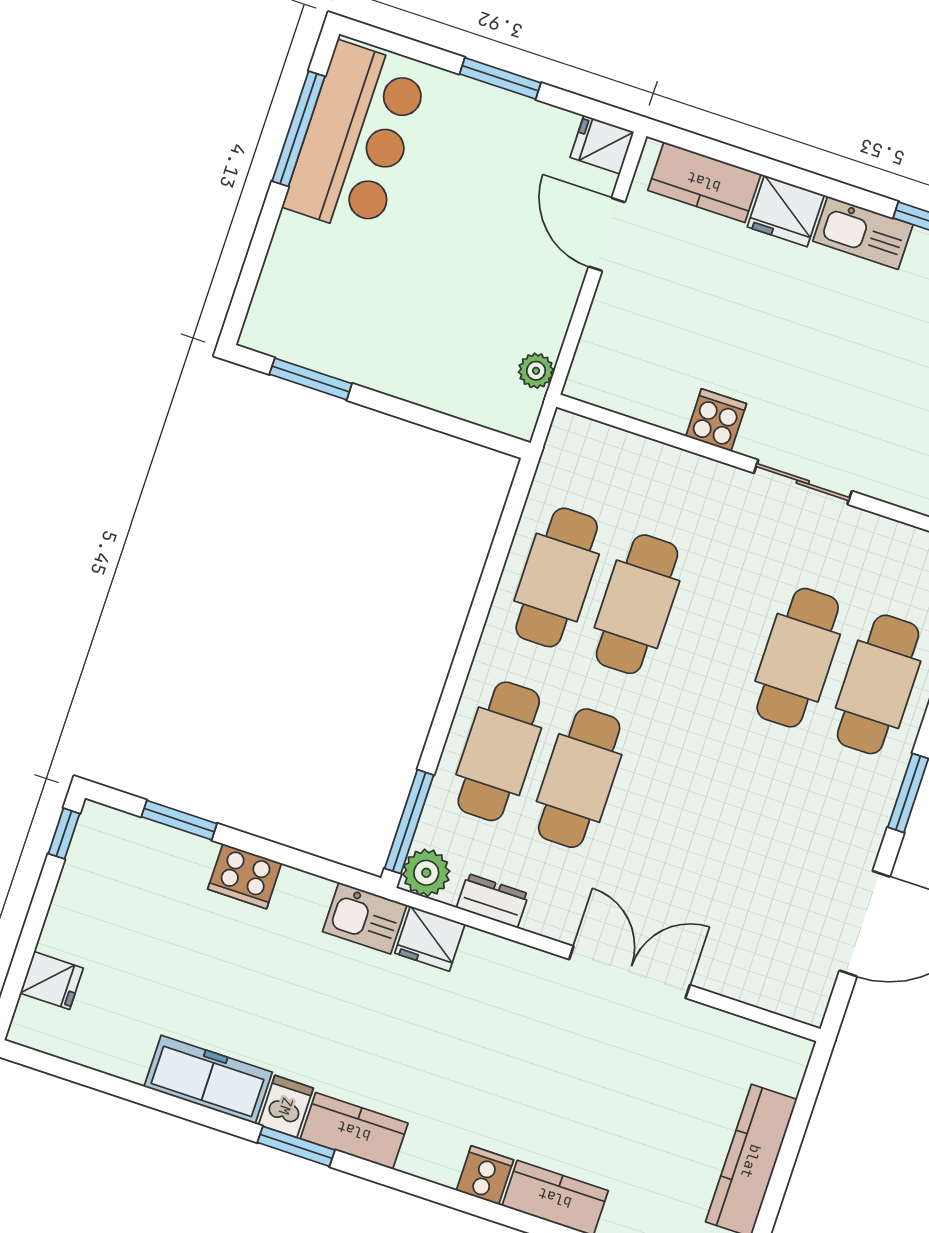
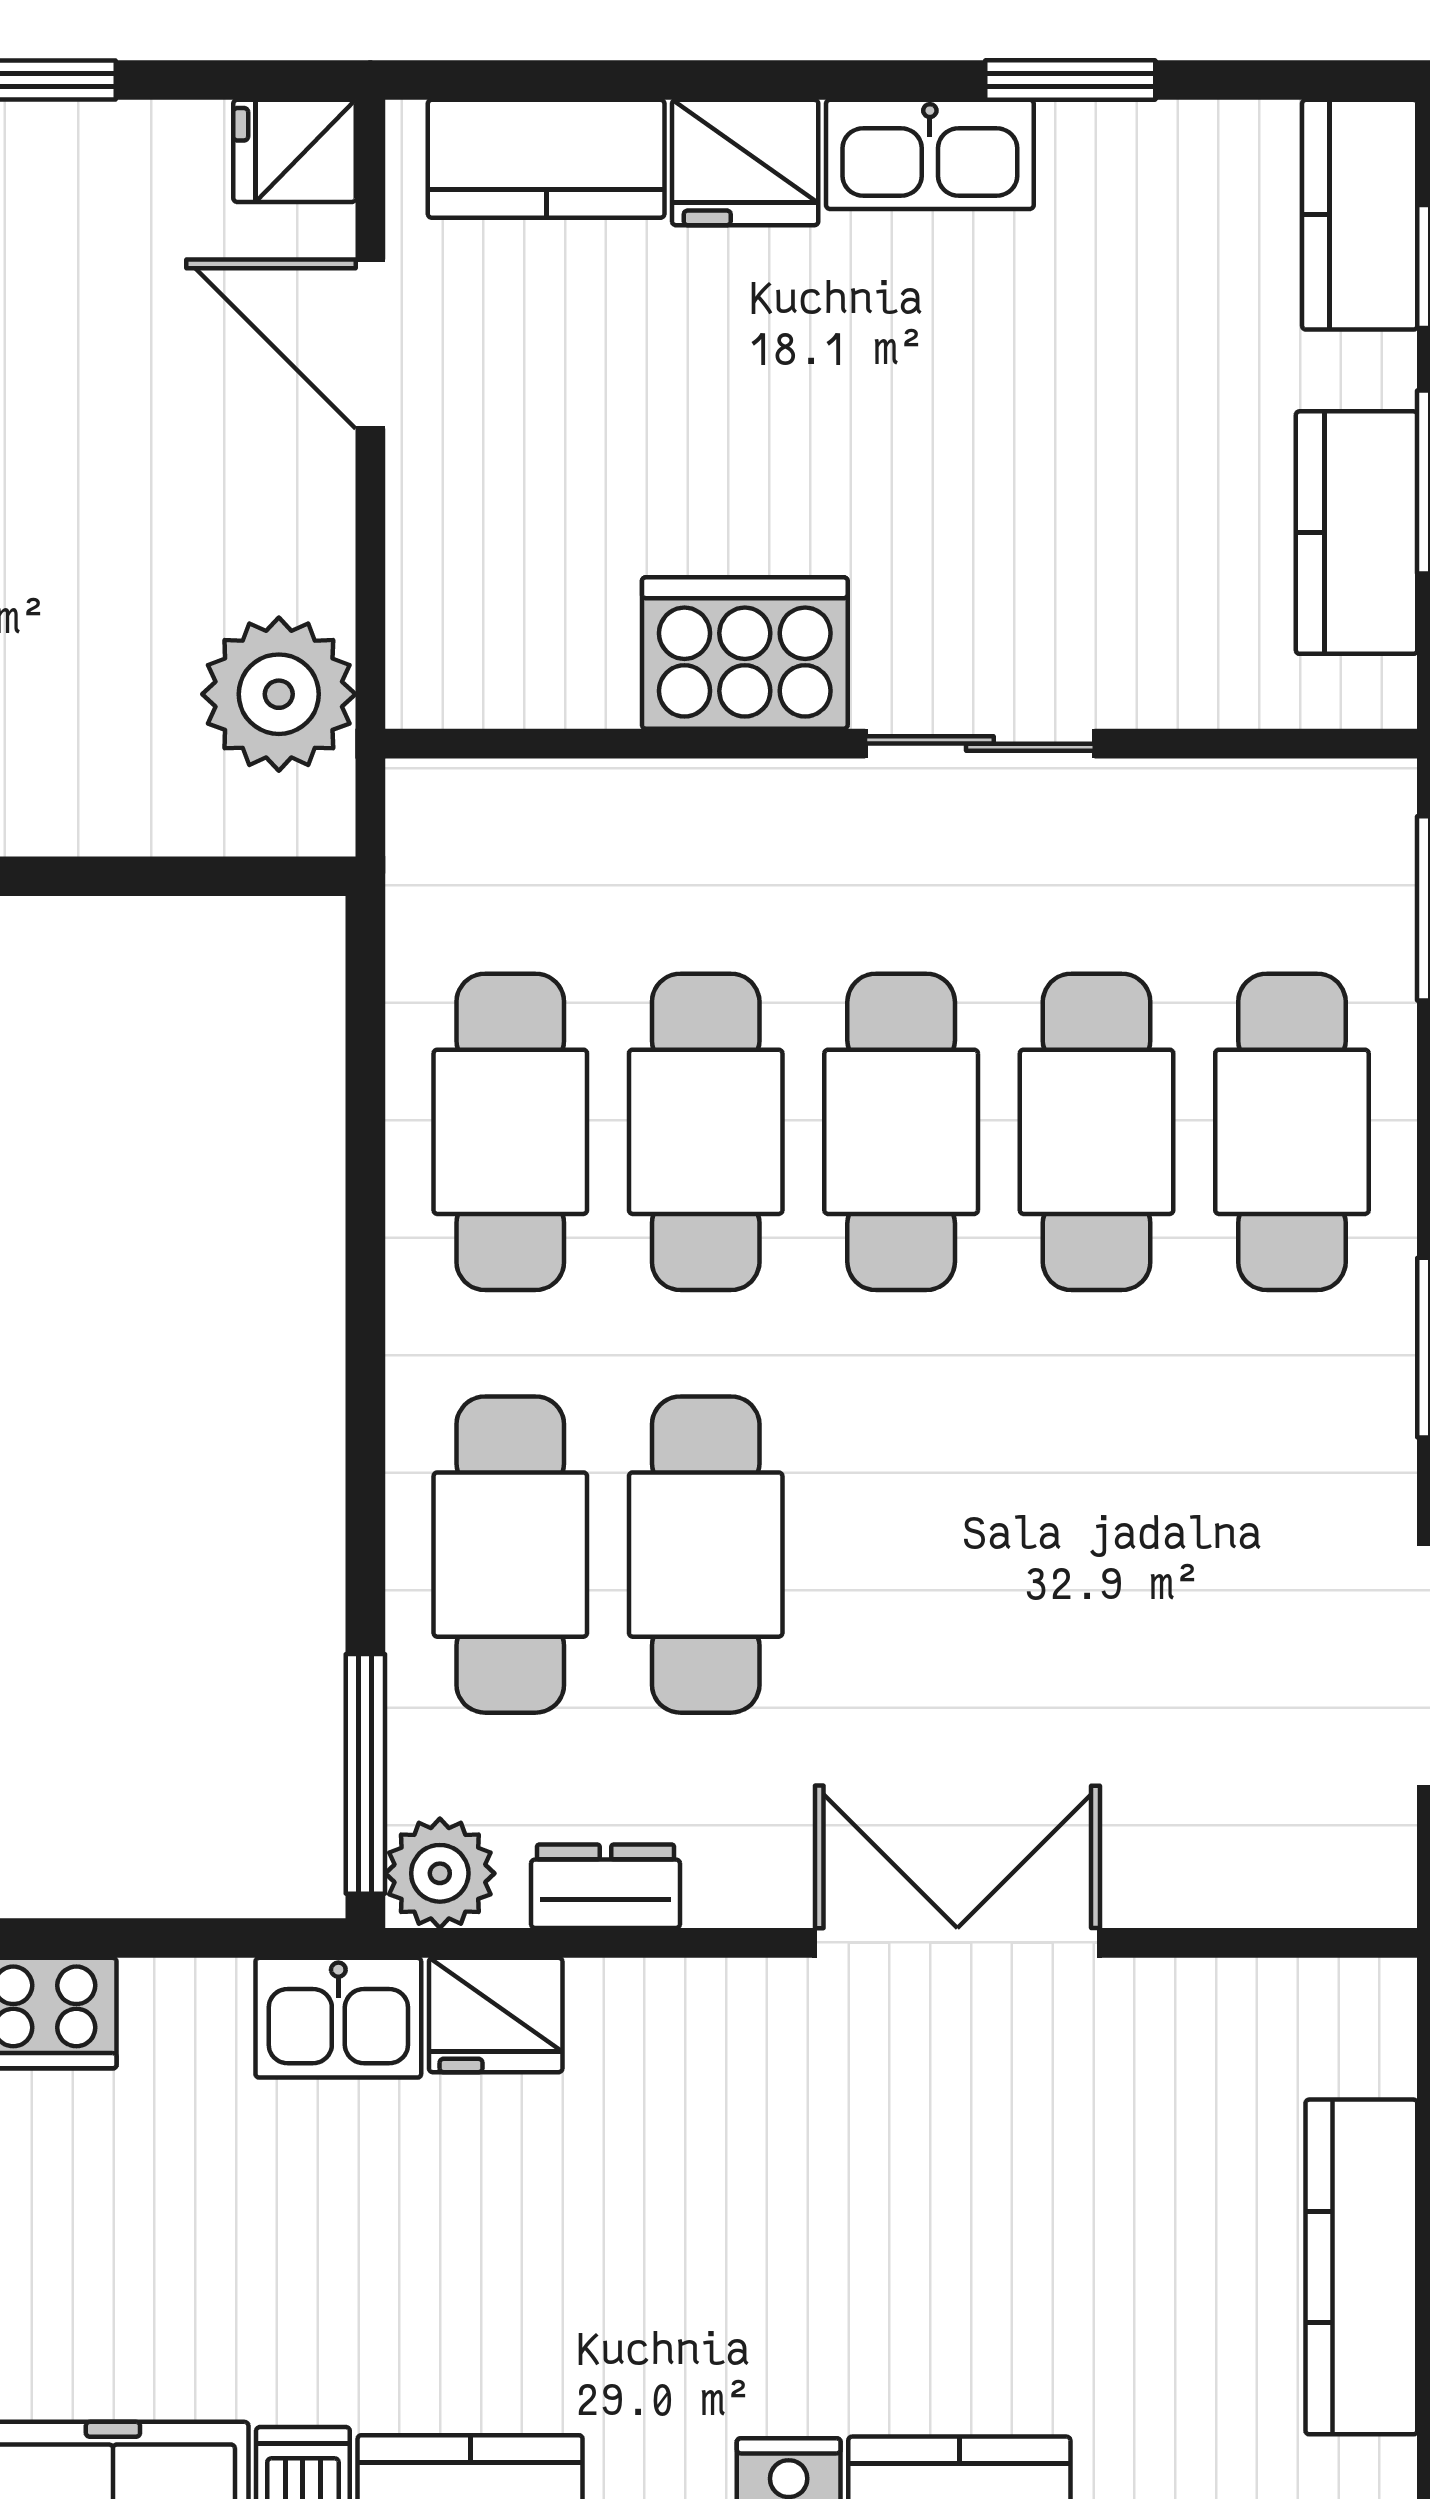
plant: (536, 371) -> (279, 694), width x1.88, depth x1.88
cooker: (716, 420) -> (745, 653), width x1.87, depth x1.31
cafe table: (717, 631) -> (901, 1132), added

